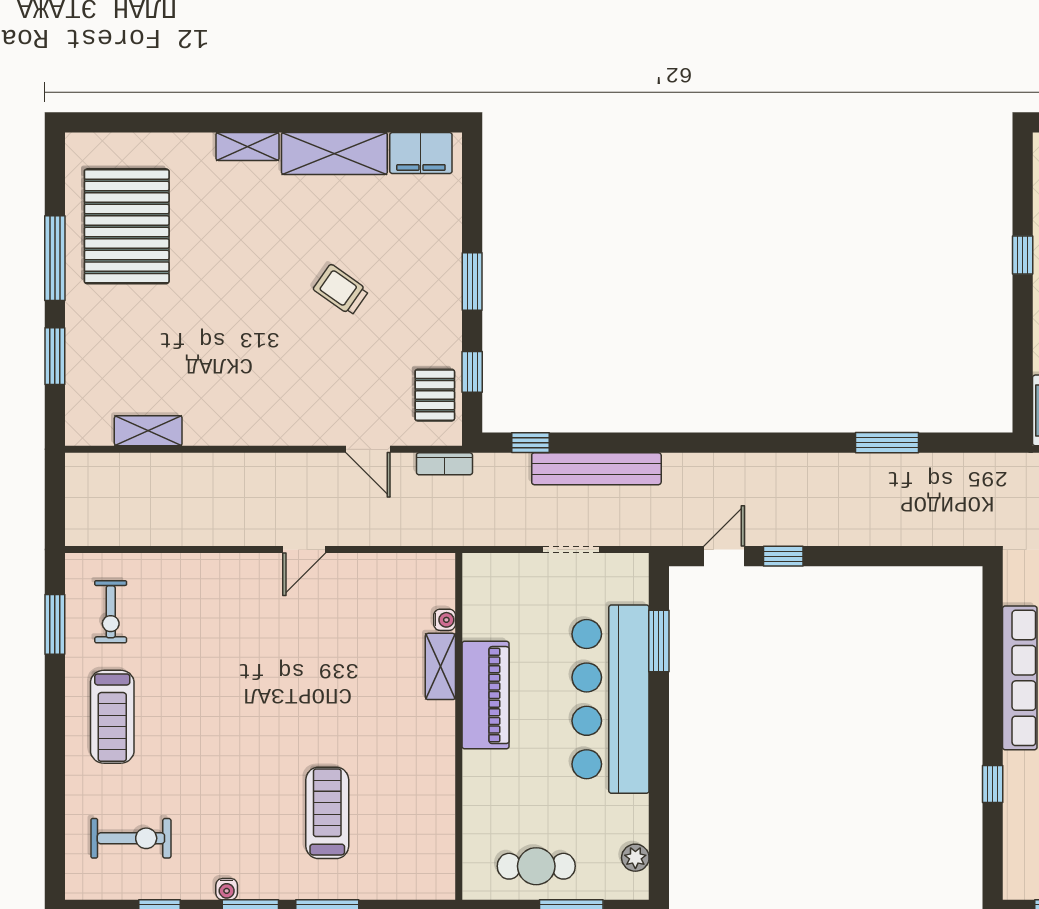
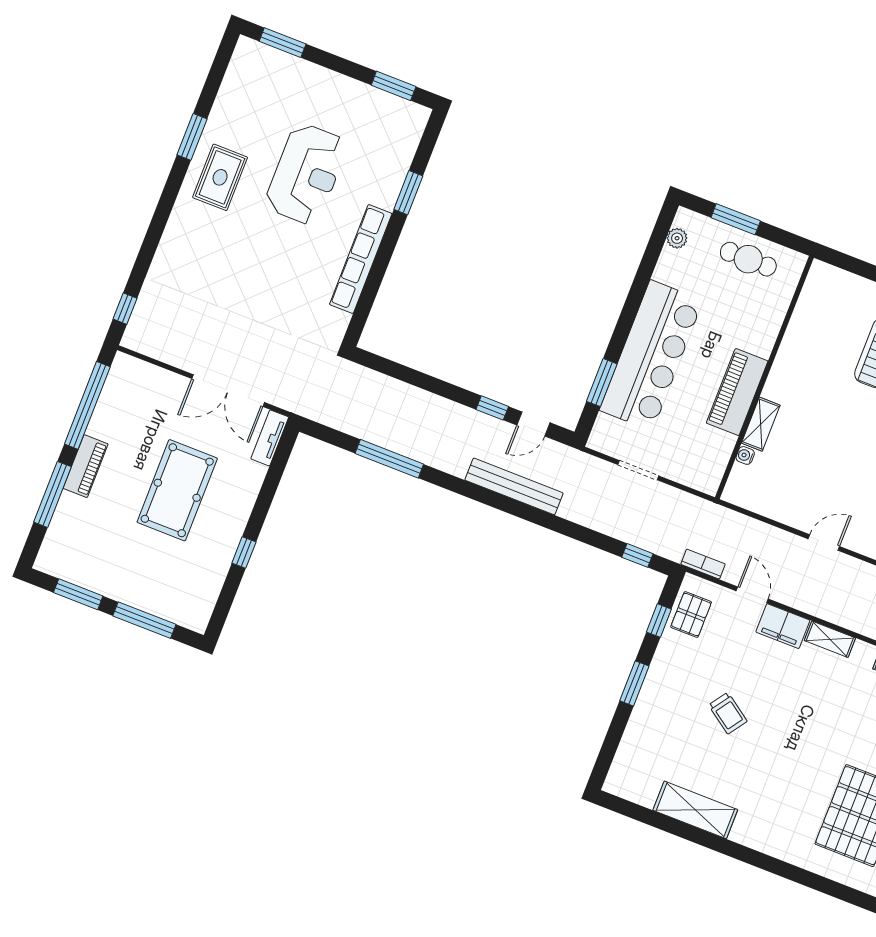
shelving: (248, 146) -> (830, 639), moved
filing cabinet: (421, 153) -> (783, 626), moved, turned 180
window: (887, 443) -> (389, 459), width x1.44
bench: (596, 469) -> (514, 486), moved
window: (993, 784) -> (408, 193), width x1.50

